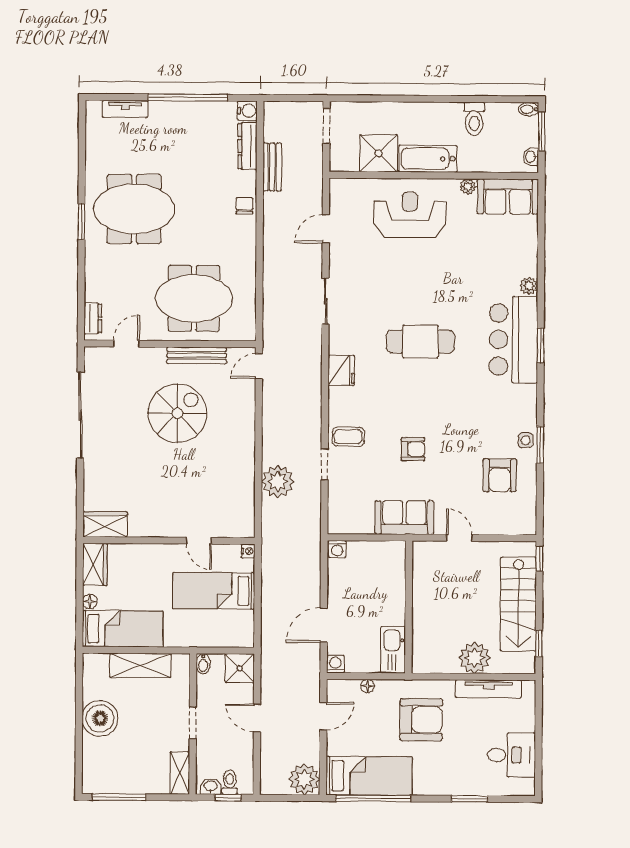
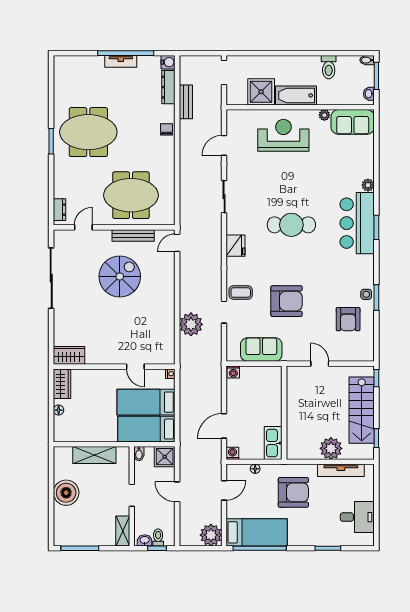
tv unit: (125, 109) -> (121, 61), moved
armchair: (413, 449) -> (287, 301), width x1.88, depth x1.88
sofa: (404, 518) -> (261, 349), moved
bed: (123, 629) -> (146, 429), moved, turned 180

